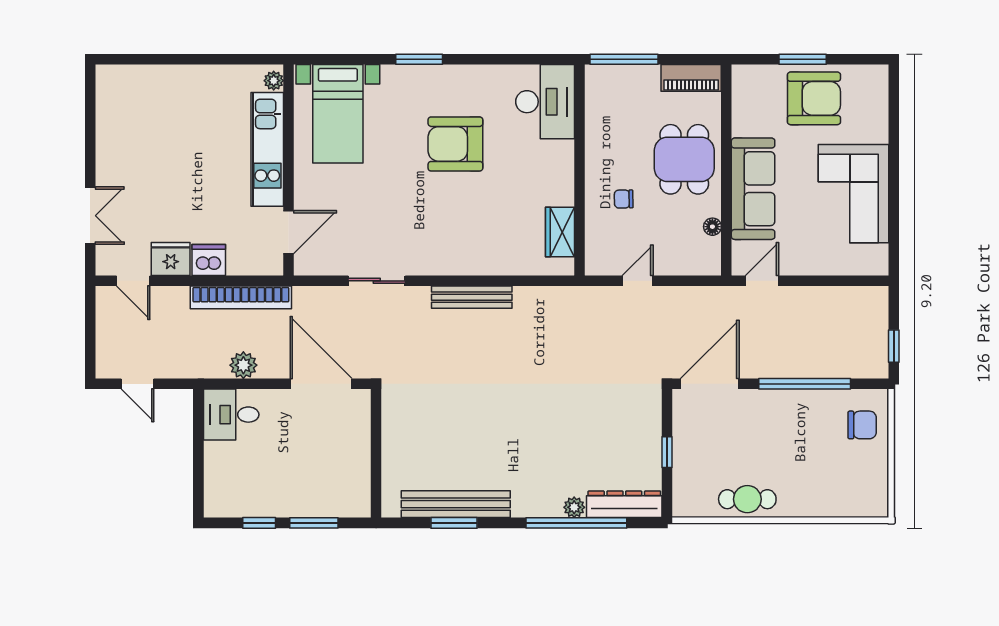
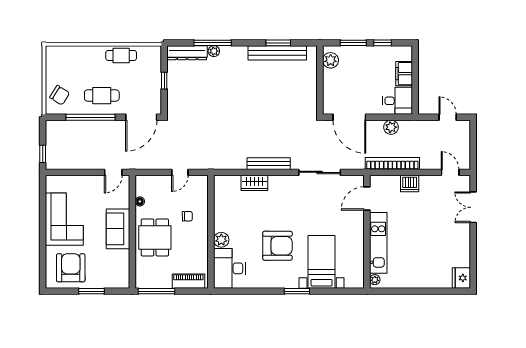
window: (624, 59) -> (157, 291), moved
piano: (691, 78) -> (188, 281), moved
armchair: (814, 98) -> (71, 268), moved, turned 90
bed with nightstands: (338, 114) -> (322, 262), moved
plant: (560, 155) -> (221, 240), added
sofa: (753, 189) -> (118, 229), width x0.73
wardrobe: (560, 232) -> (254, 183), moved, turned 90
fridge: (171, 259) -> (461, 278), moved, turned 90
sliding door: (377, 281) -> (320, 172), width x1.37
window: (894, 346) -> (43, 154), moved
cafe table: (783, 424) -> (102, 96), added
chair: (862, 425) -> (60, 95), turned -148
filing cabinet: (219, 465) -> (404, 74), added
plant: (356, 490) -> (331, 60), added
window: (576, 523) -> (213, 43), width x0.68

